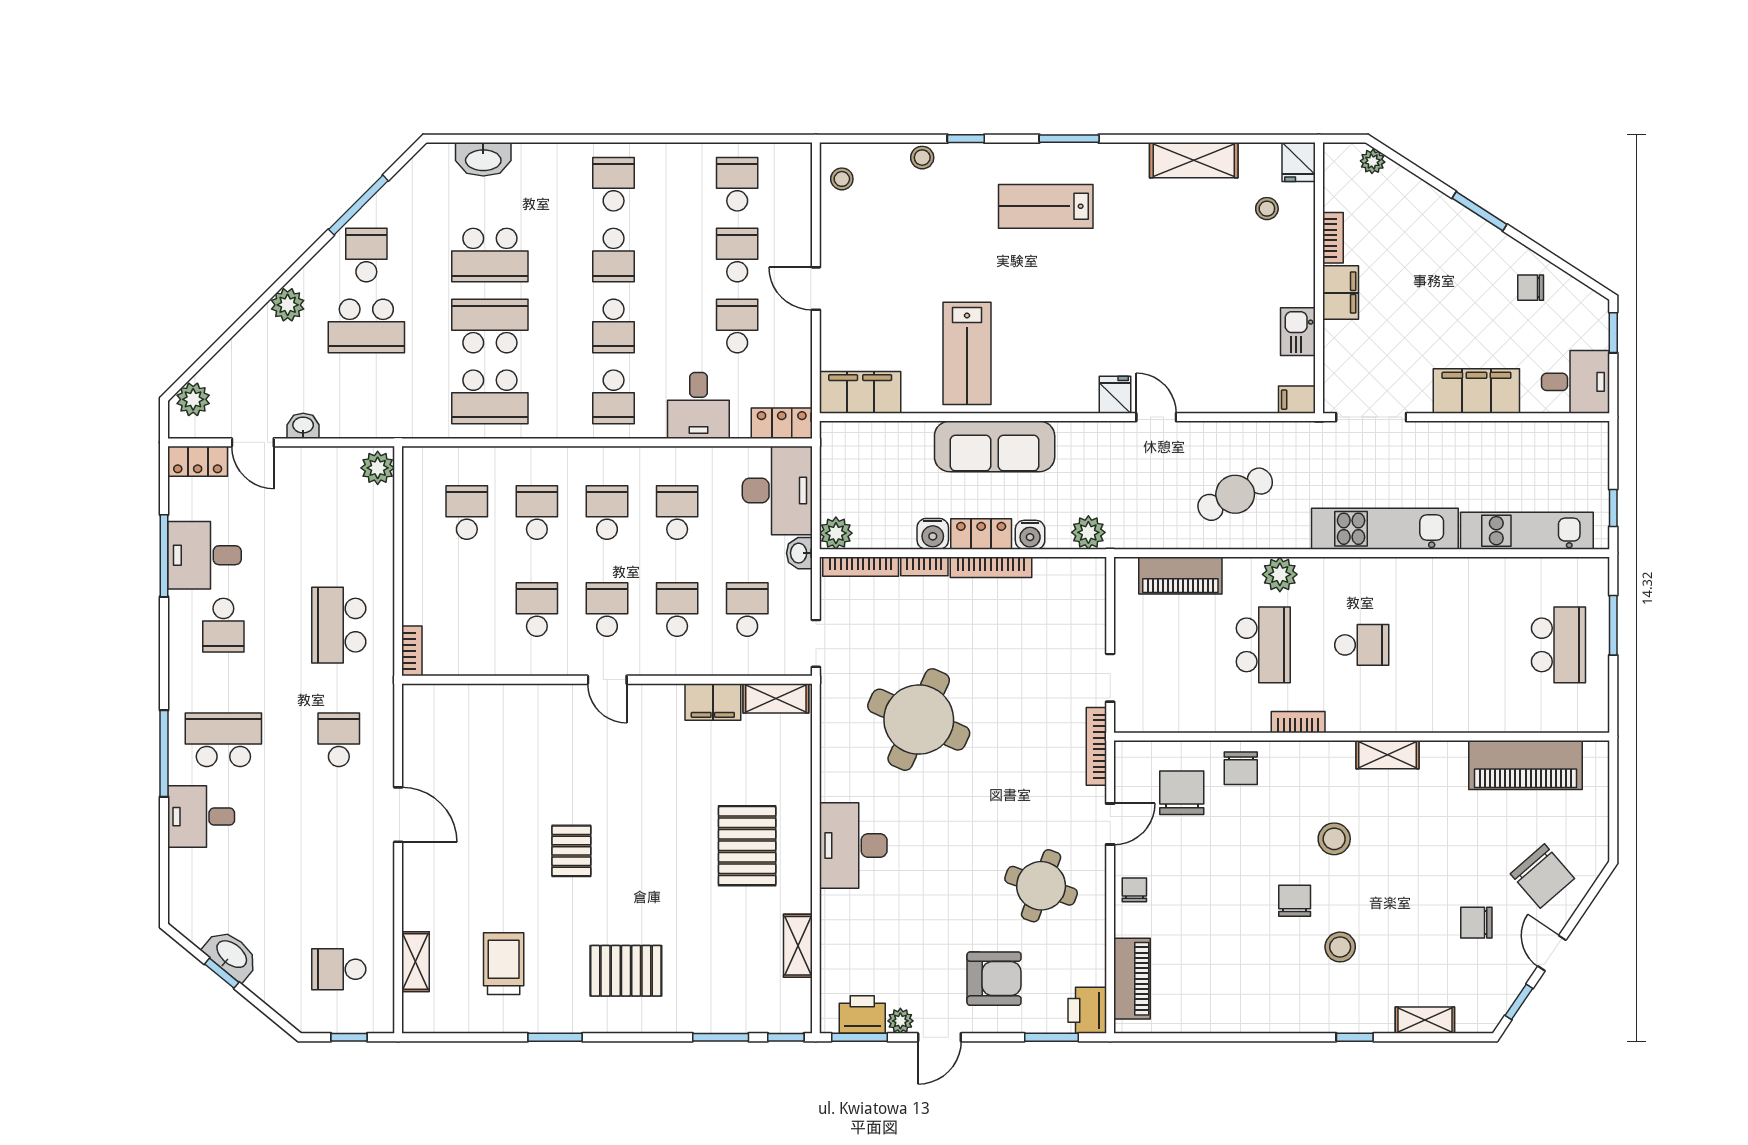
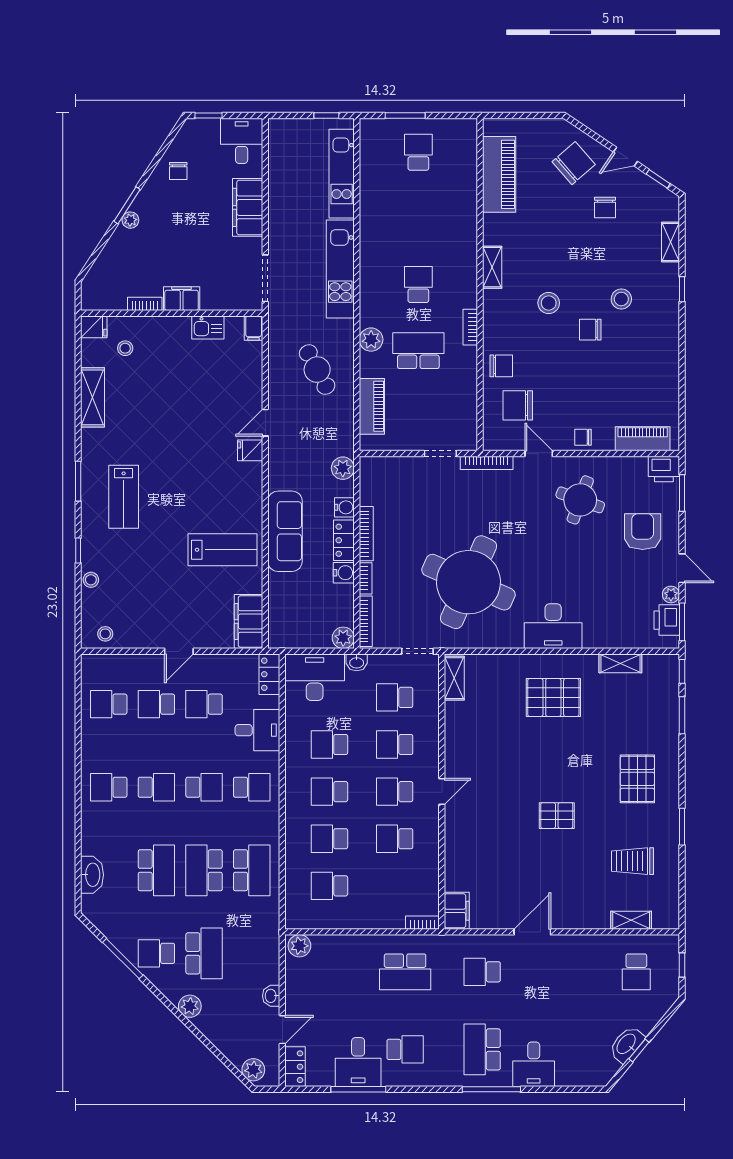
plant: (1373, 161) -> (130, 220), moved
school desk: (1558, 645) -> (418, 152), width x0.54
filing cabinet: (713, 702) -> (457, 911), moved
round table: (919, 720) -> (468, 582), width x1.36, depth x1.36

